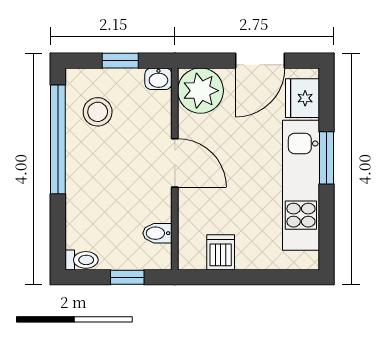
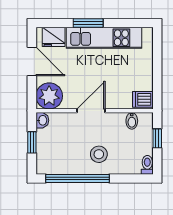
stool: (98, 112) -> (99, 154), moved
dishwasher: (221, 252) -> (143, 99), moved

